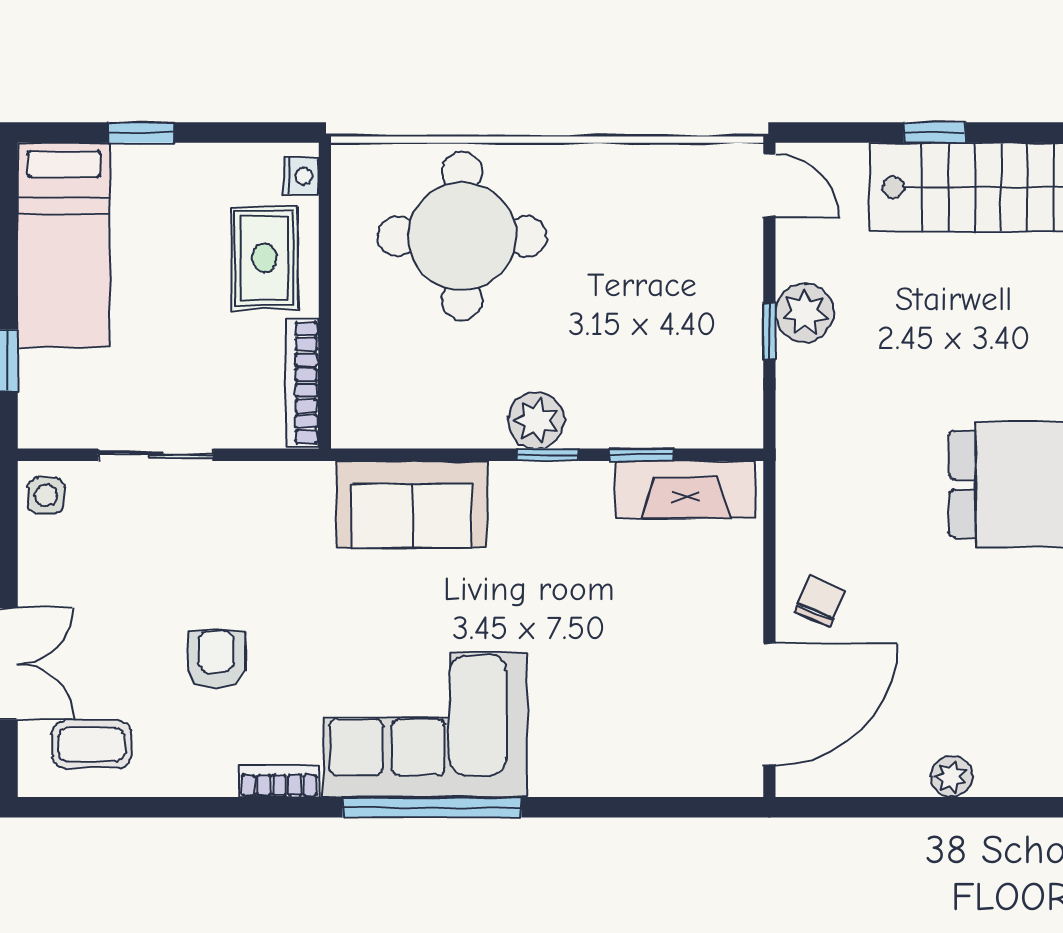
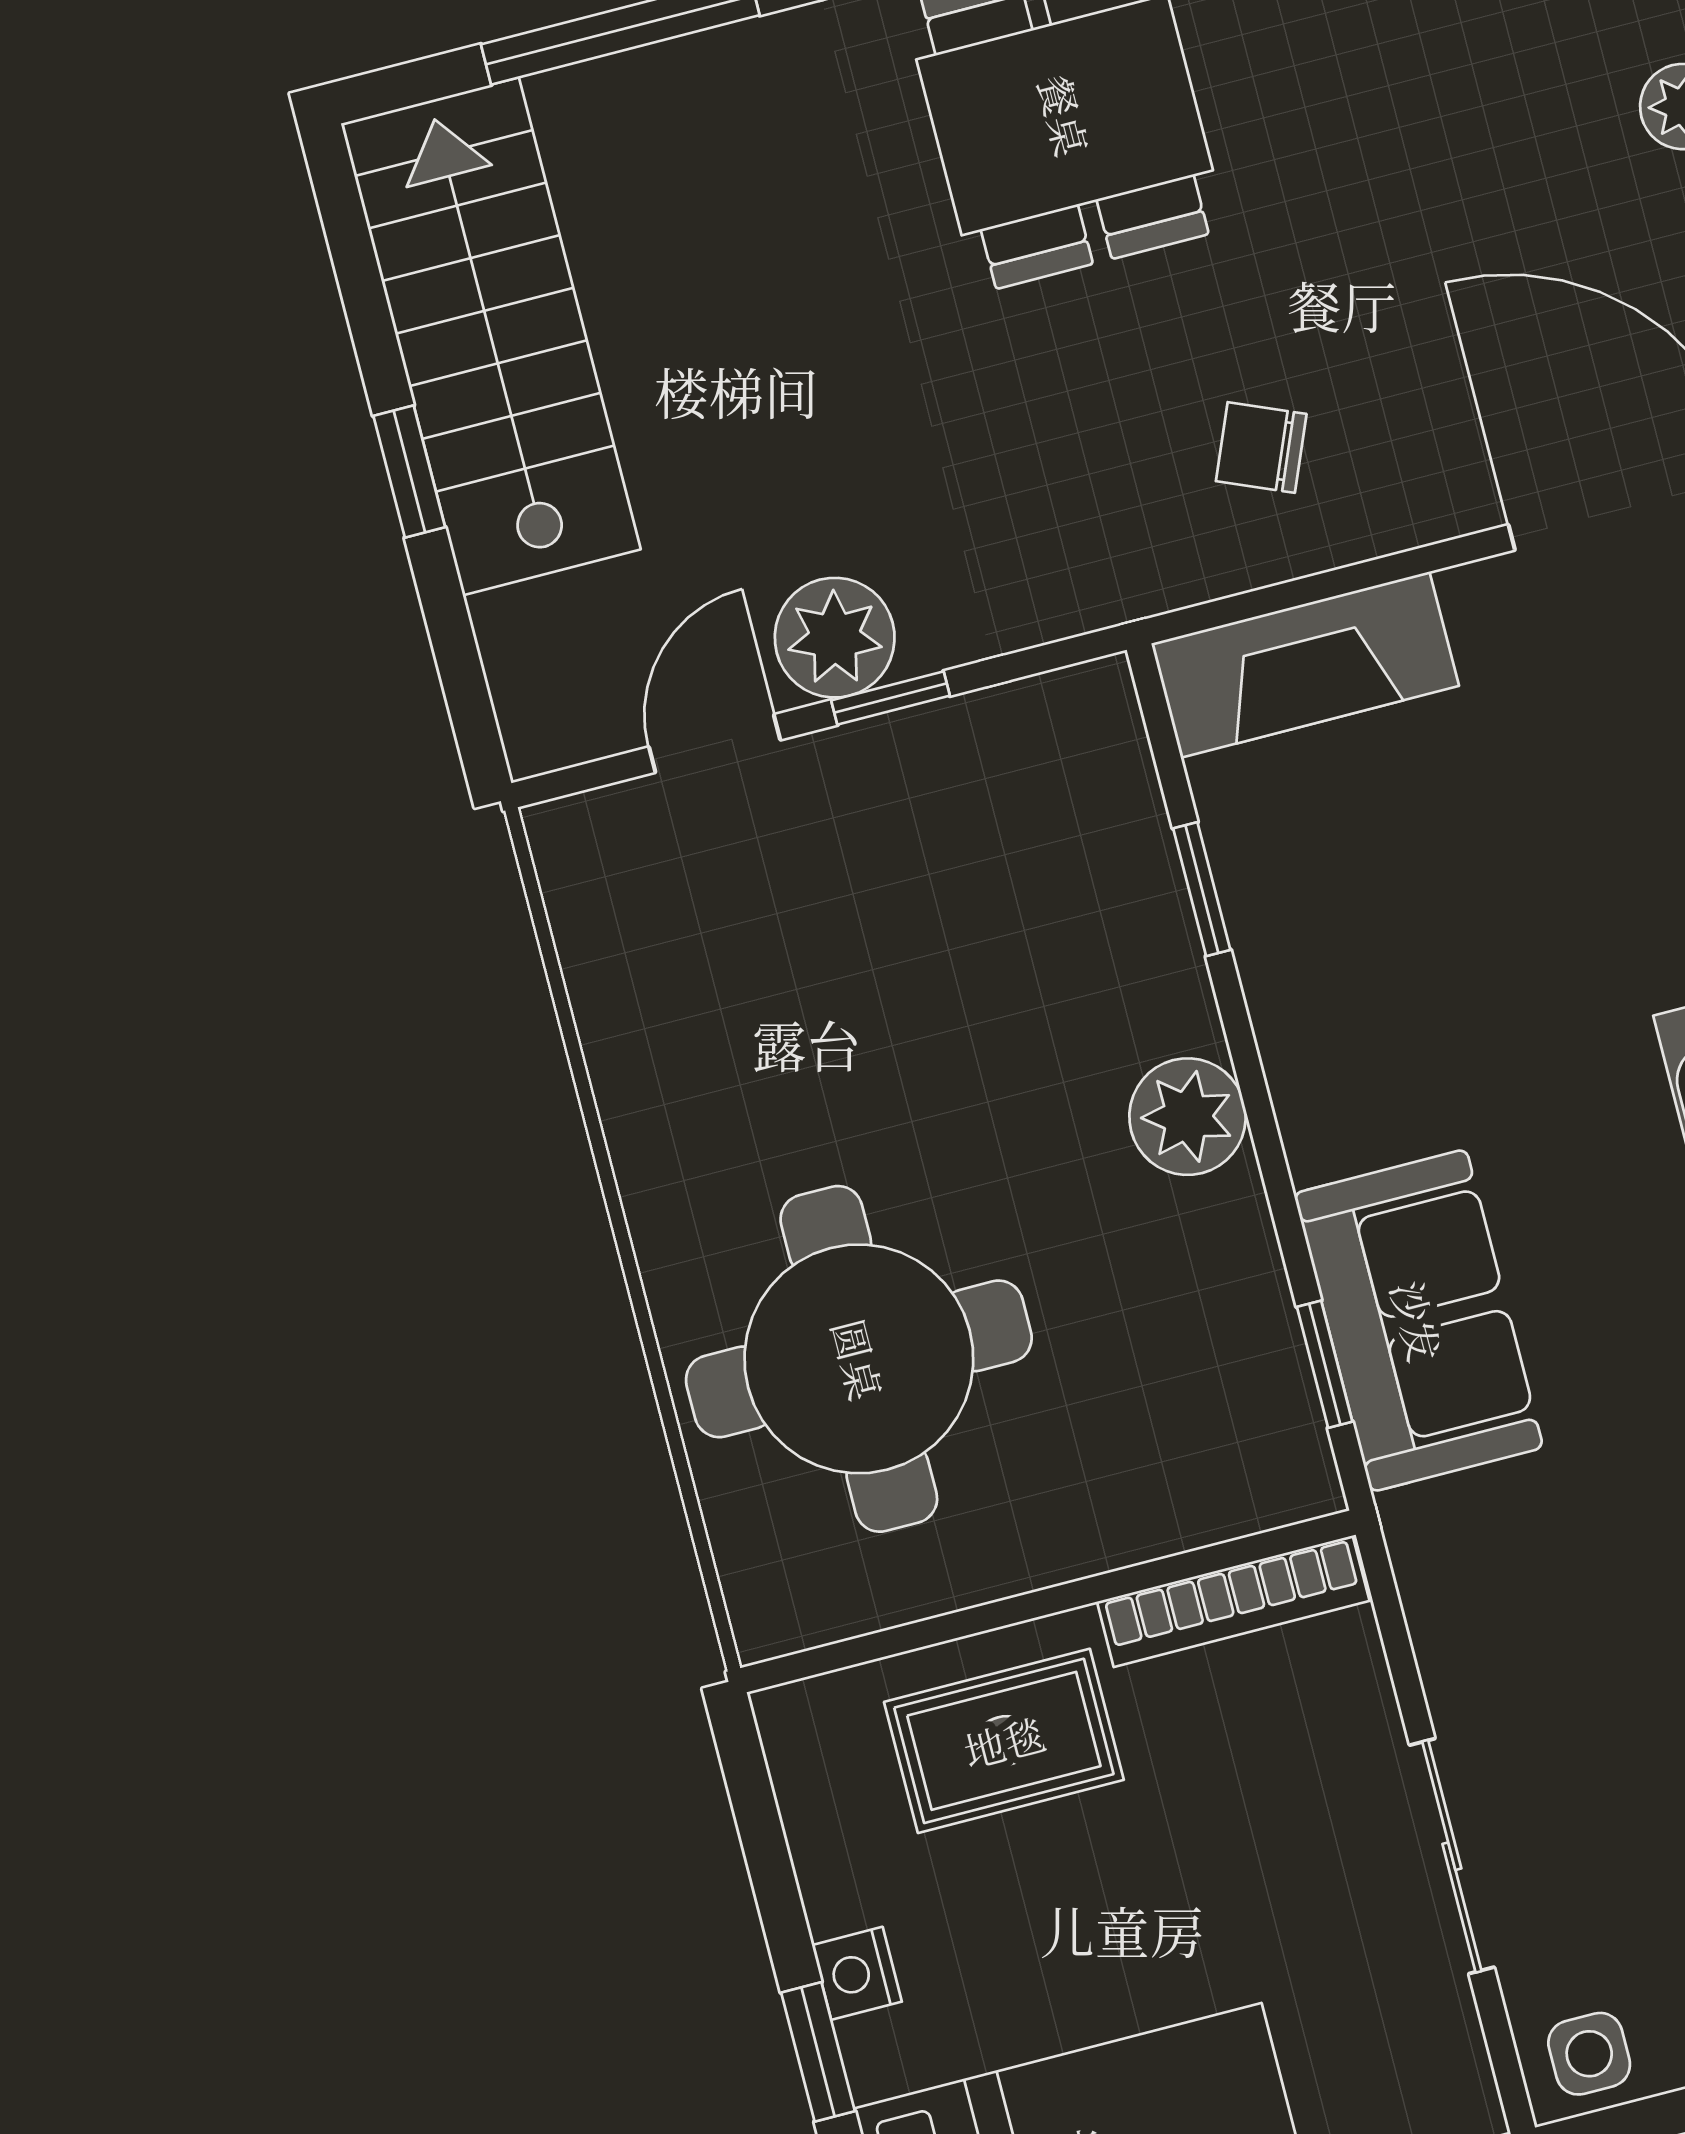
nightstand: (301, 176) -> (857, 1973), moved, turned -90
door: (769, 185) -> (715, 743), moved
window: (548, 455) -> (1325, 1364), moved
fireplace: (686, 490) -> (1305, 665), moved, turned 90
chair: (820, 601) -> (1261, 448), moved

